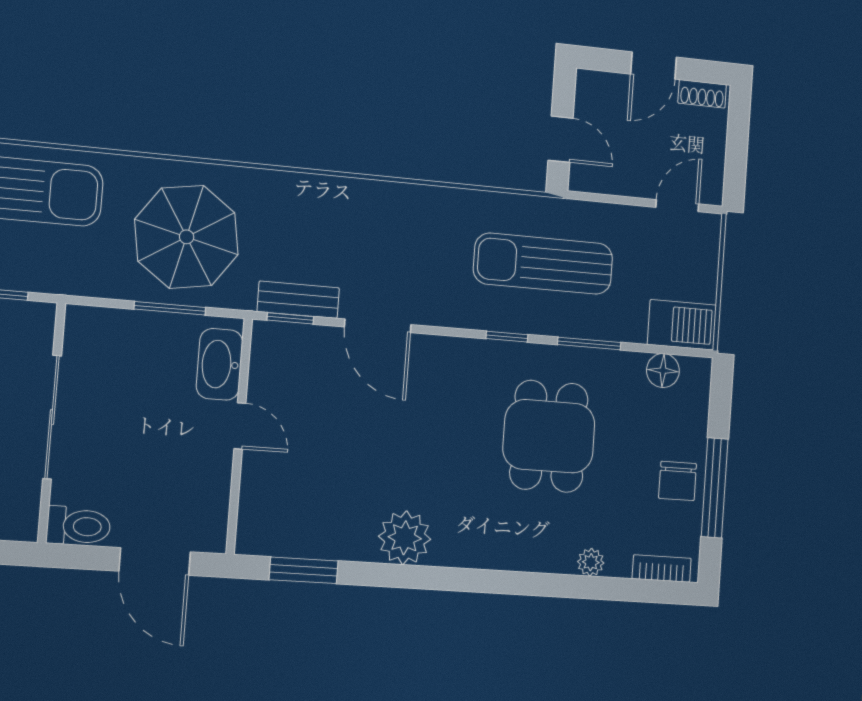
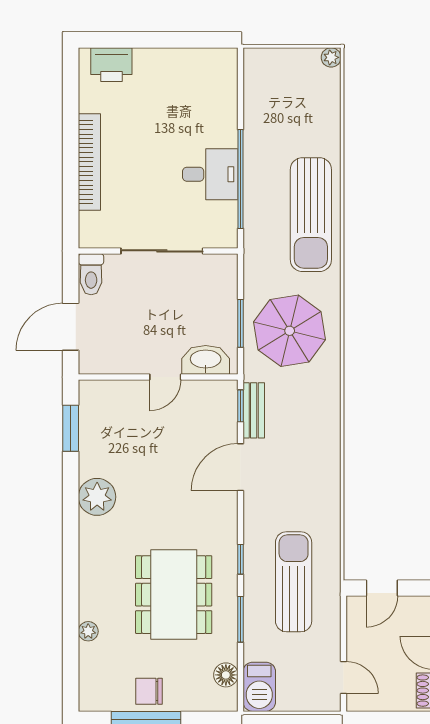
dining table: (549, 436) -> (174, 595), width x1.38
bookcase: (662, 568) -> (87, 684), removed

